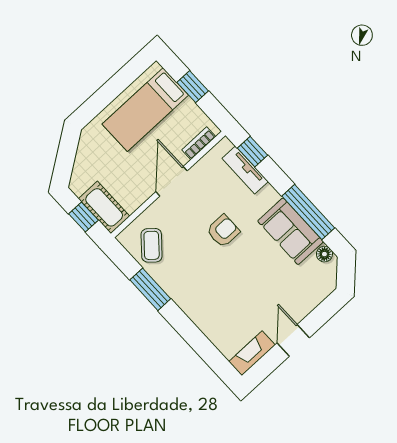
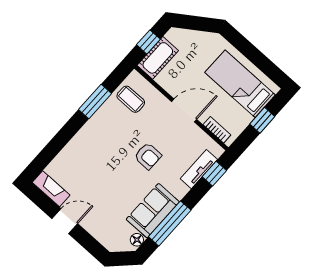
coffee table: (152, 245) -> (131, 99), turned 49

